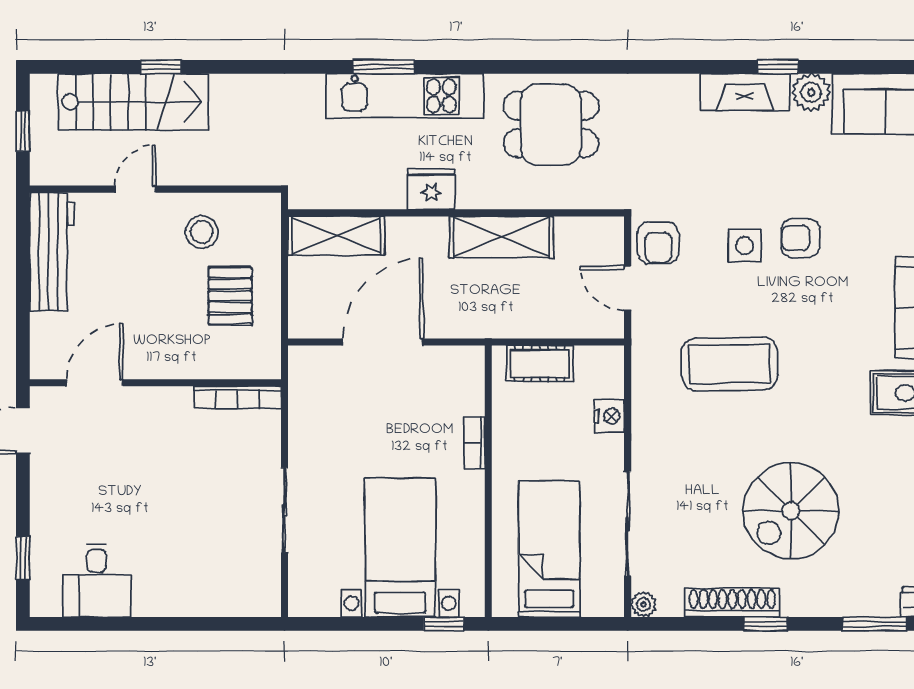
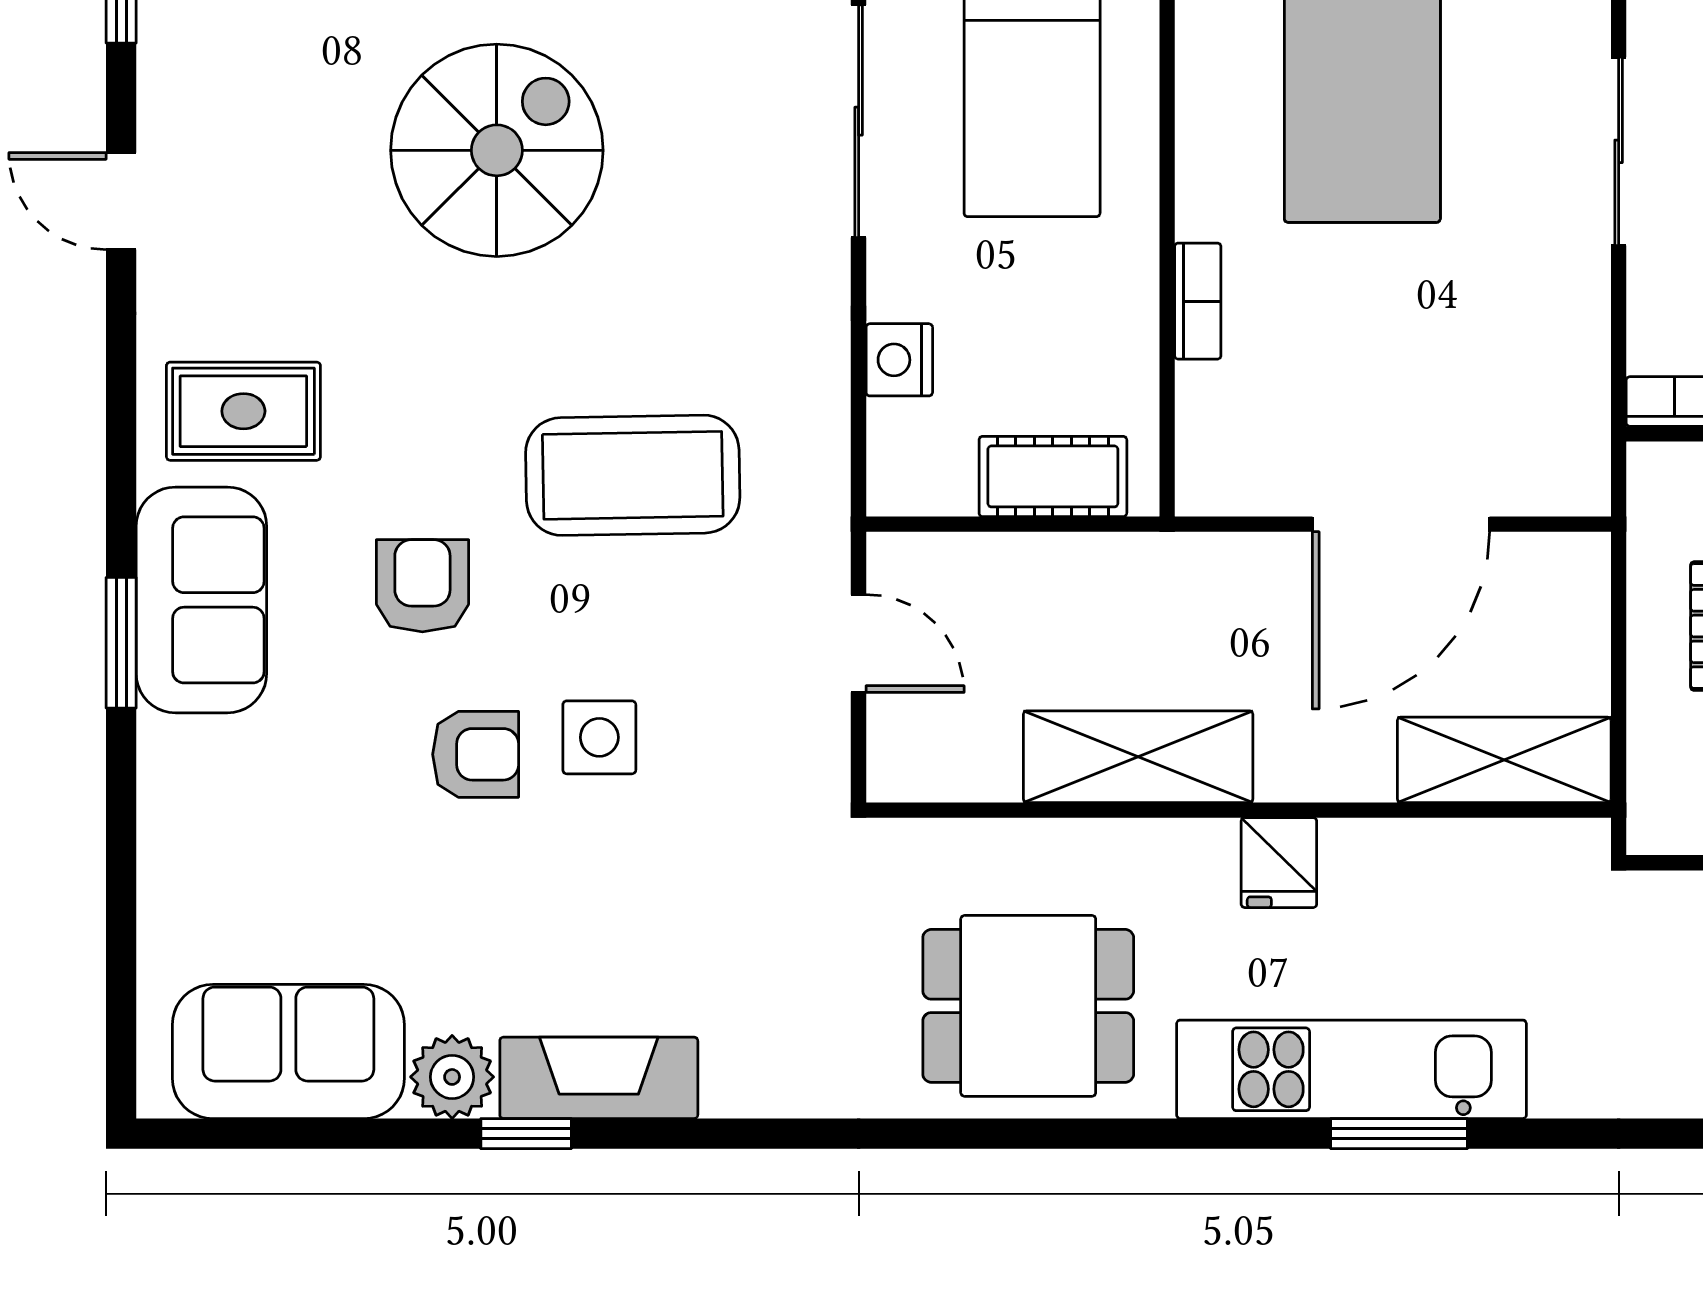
fridge: (431, 189) -> (1279, 863), width x0.72
armchair: (658, 243) -> (422, 586), moved

